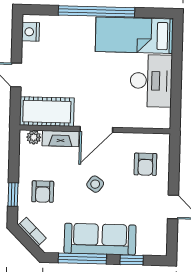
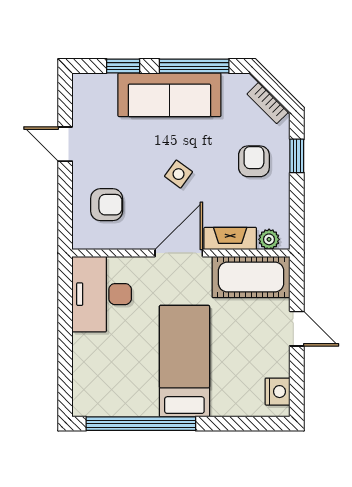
window: (96, 11) -> (141, 424), moved
bed: (134, 35) -> (184, 361), moved, turned -90
desk: (151, 81) -> (102, 294), moved
armchair: (145, 164) -> (107, 205), turned 90

